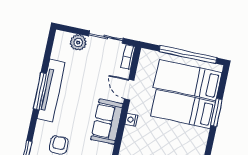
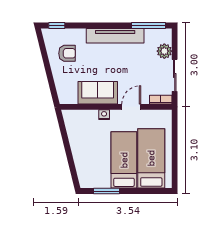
window: (188, 55) -> (175, 154), removed
window: (40, 91) -> (149, 26), moved
window: (216, 113) -> (107, 191), moved

